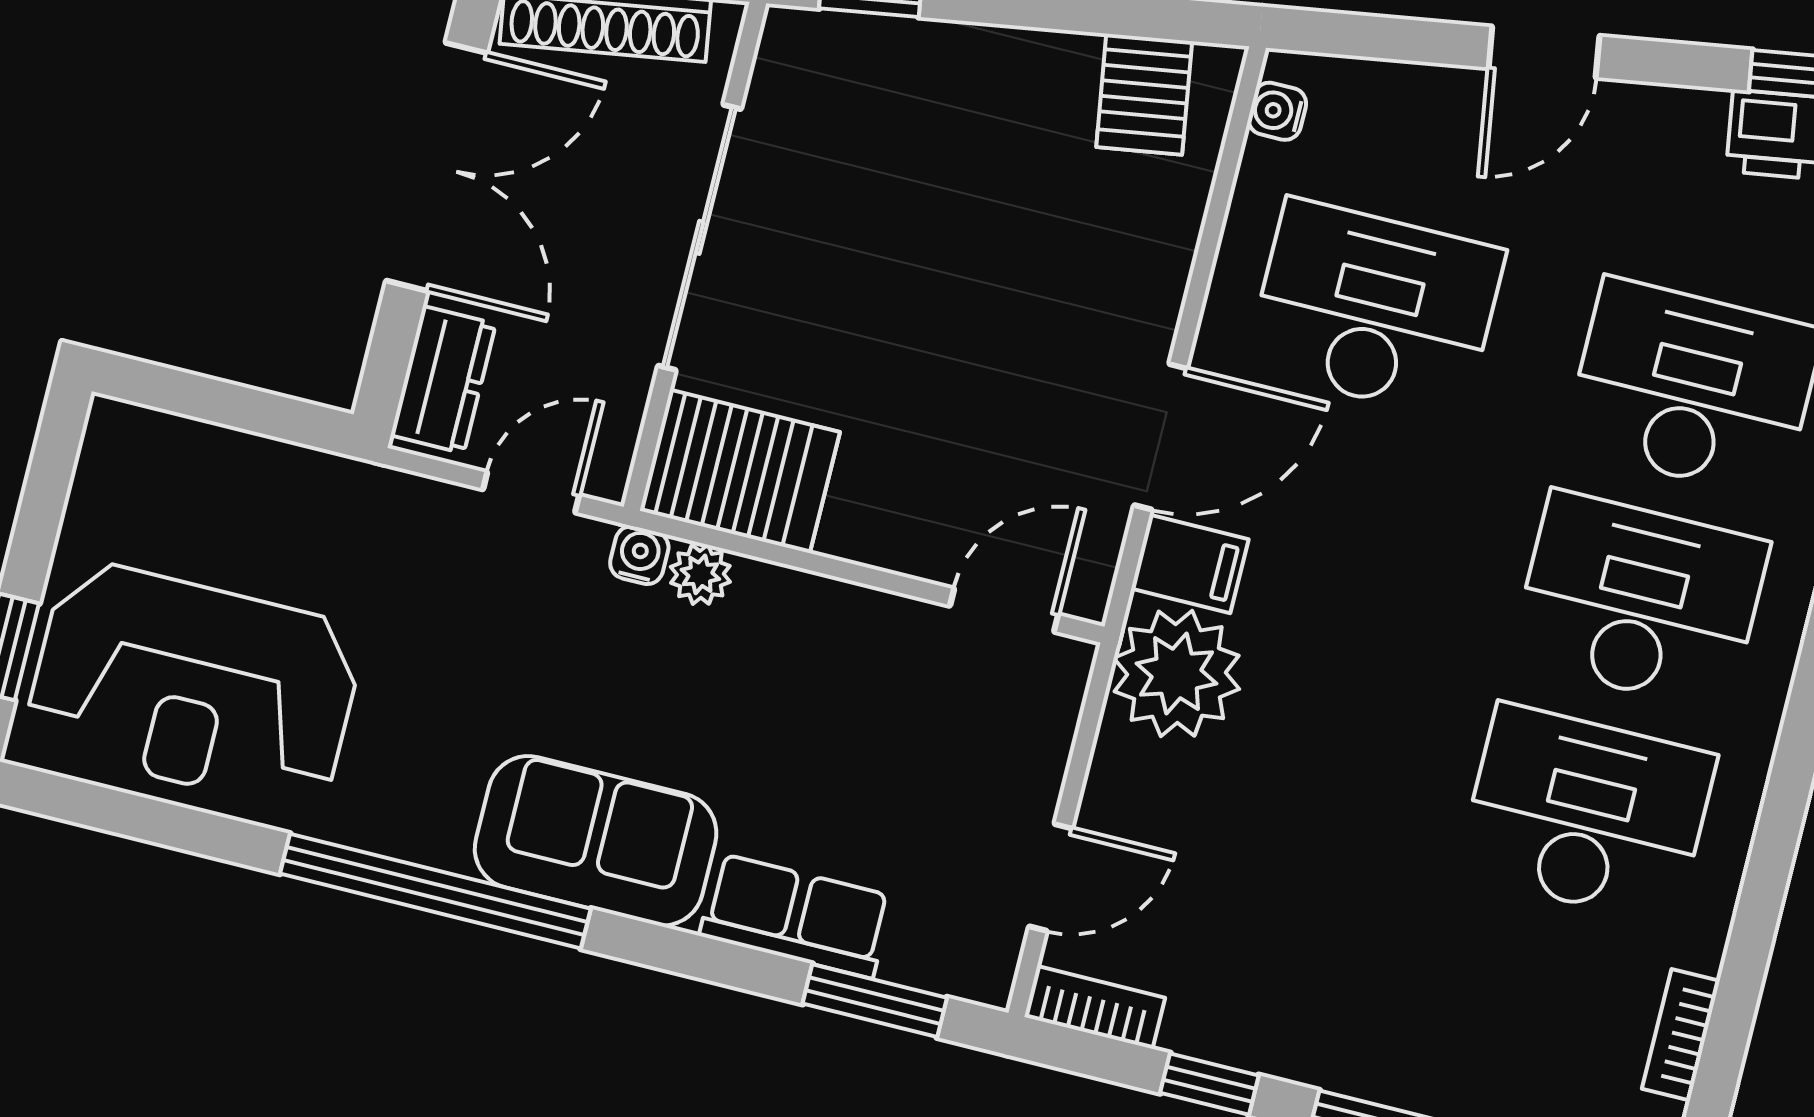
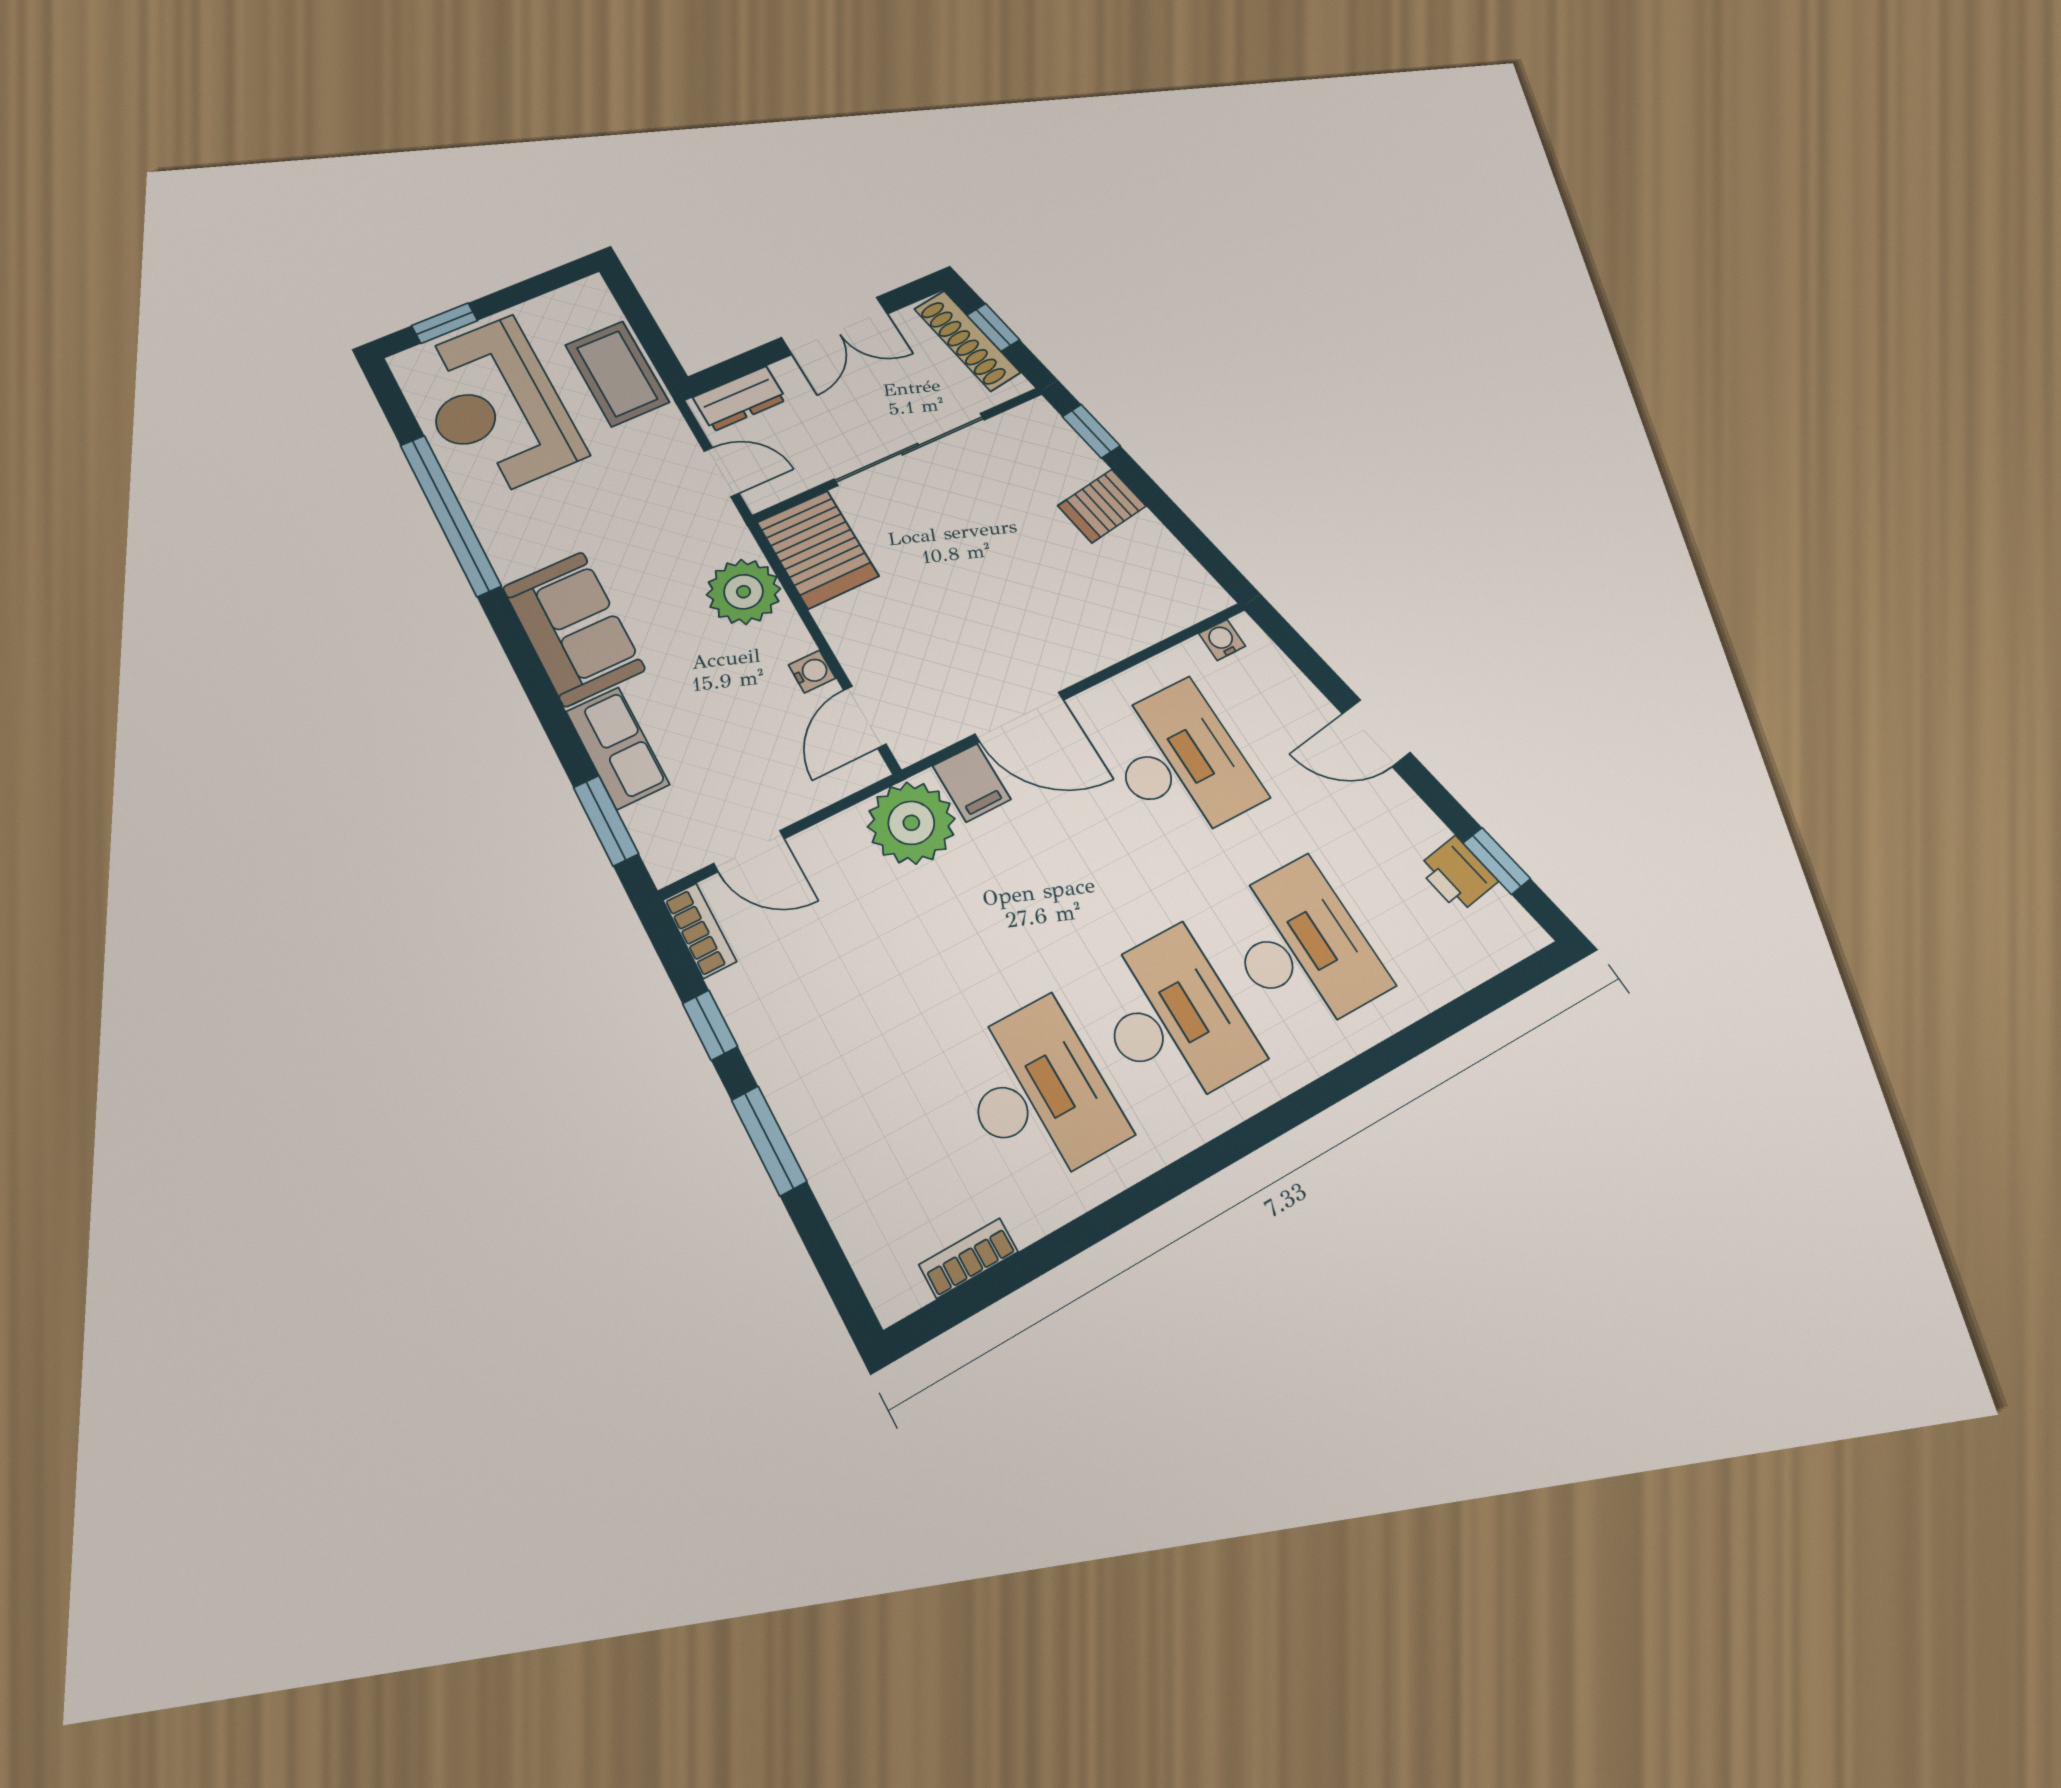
server rack: (1144, 94) -> (1102, 506), moved
double door: (437, 167) -> (835, 326), width x0.73
coffee table: (273, 497) -> (617, 373), added
water cooler: (639, 555) -> (812, 671), moved
plant: (700, 574) -> (744, 592), width x1.87, depth x1.87
door: (1004, 610) -> (865, 717), swing flipped
window: (435, 891) -> (450, 515), moved

